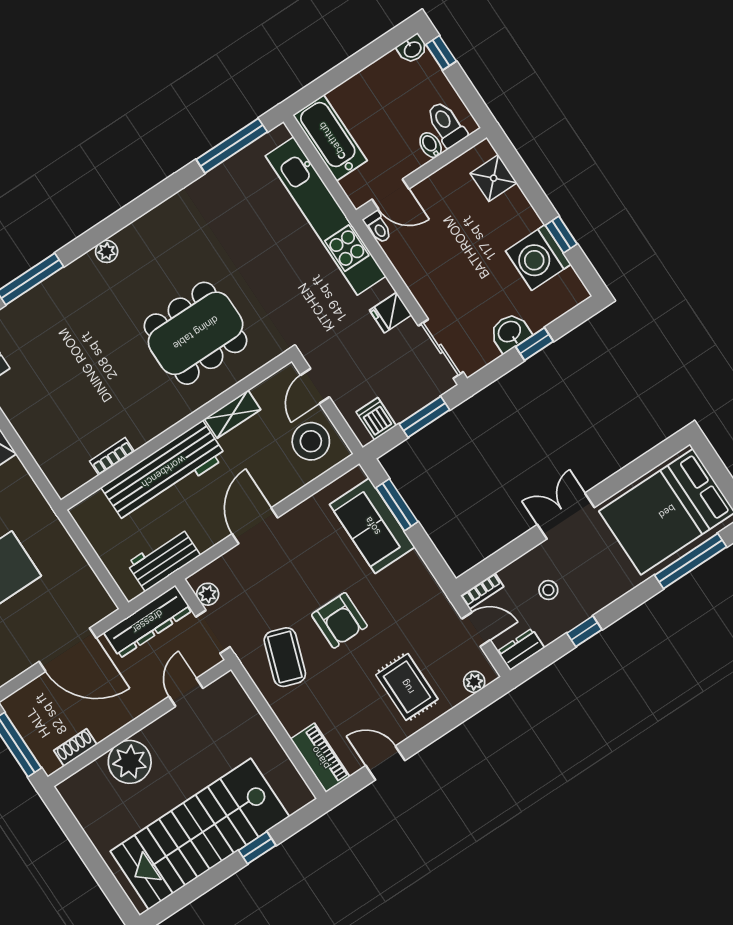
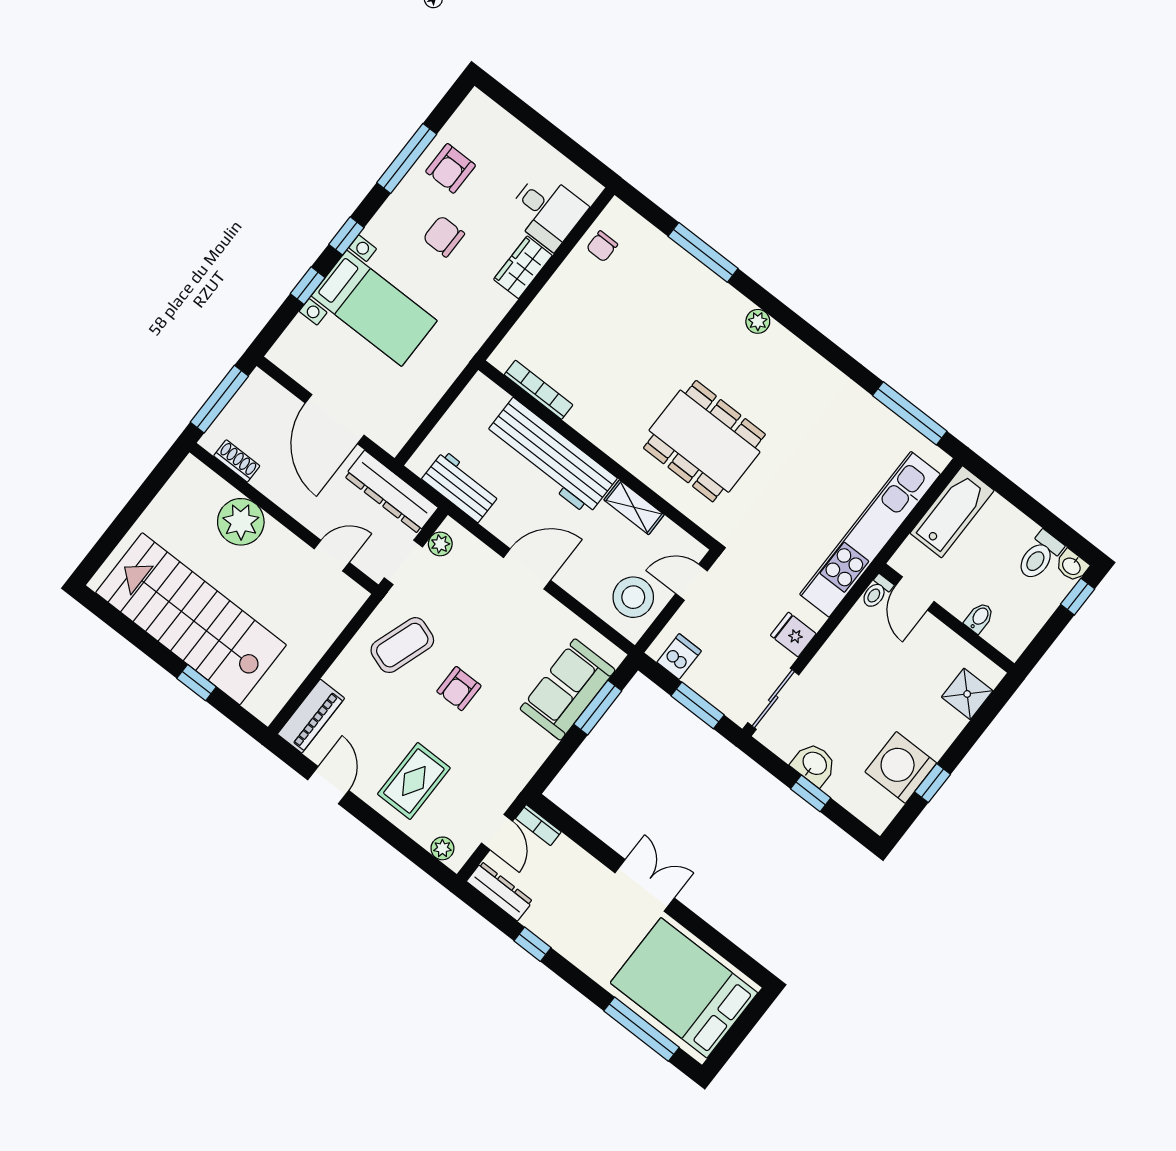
toilet: (446, 124) -> (1039, 556), moved, turned 180
bookcase: (112, 456) -> (538, 390), width x1.56
stool: (548, 590) -> (562, 893), removed
armchair: (339, 620) -> (459, 689), width x0.72, depth x0.72
dresser: (521, 649) -> (500, 891), width x1.44

